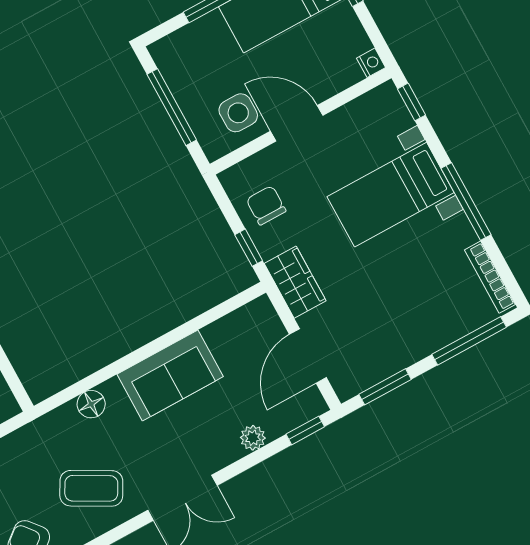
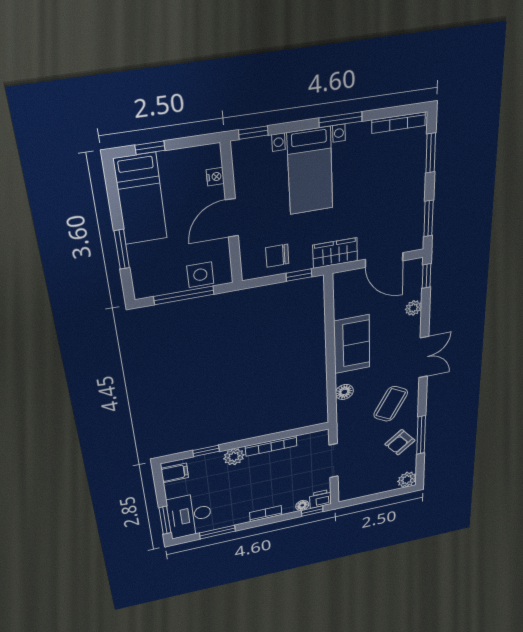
nightstand: (371, 63) -> (215, 177), moved, turned 90
side table: (238, 113) -> (200, 275), moved
window: (466, 201) -> (341, 120), width x0.69
window: (469, 341) -> (431, 153), width x0.69

